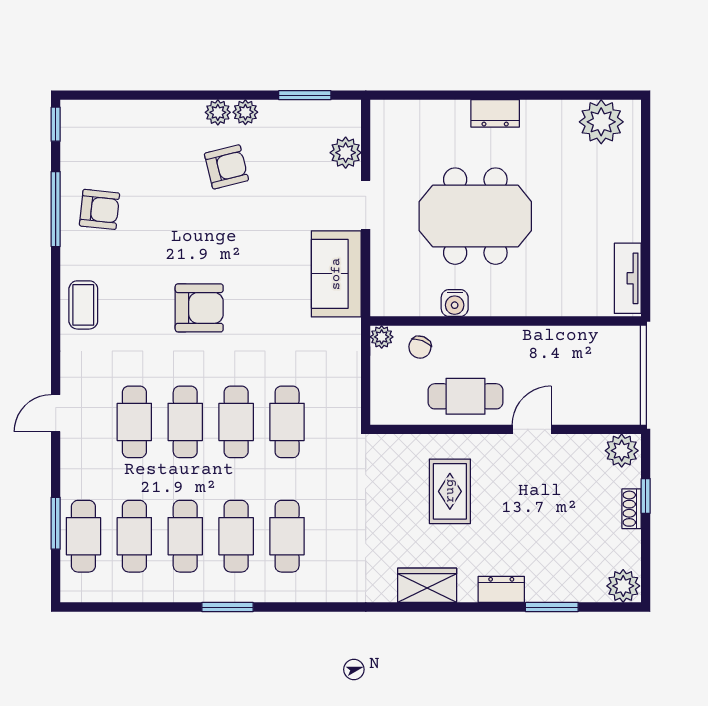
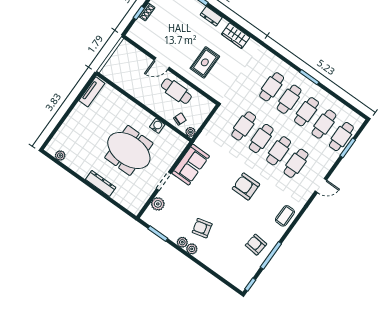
dresser: (495, 113) -> (101, 183), width x1.44
plant: (601, 122) -> (60, 156), width x0.53, depth x0.53
plant: (622, 451) -> (136, 34), removed

